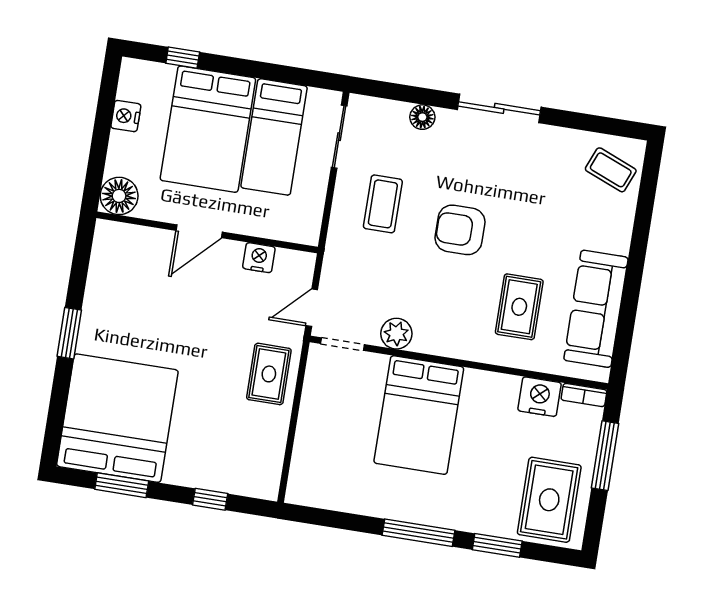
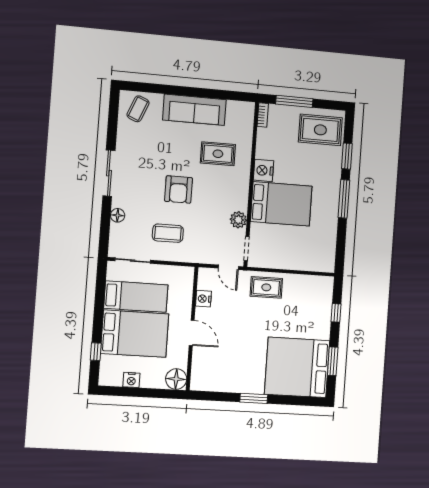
sofa: (596, 309) -> (194, 110), moved
nightstand: (539, 397) -> (263, 170), moved

